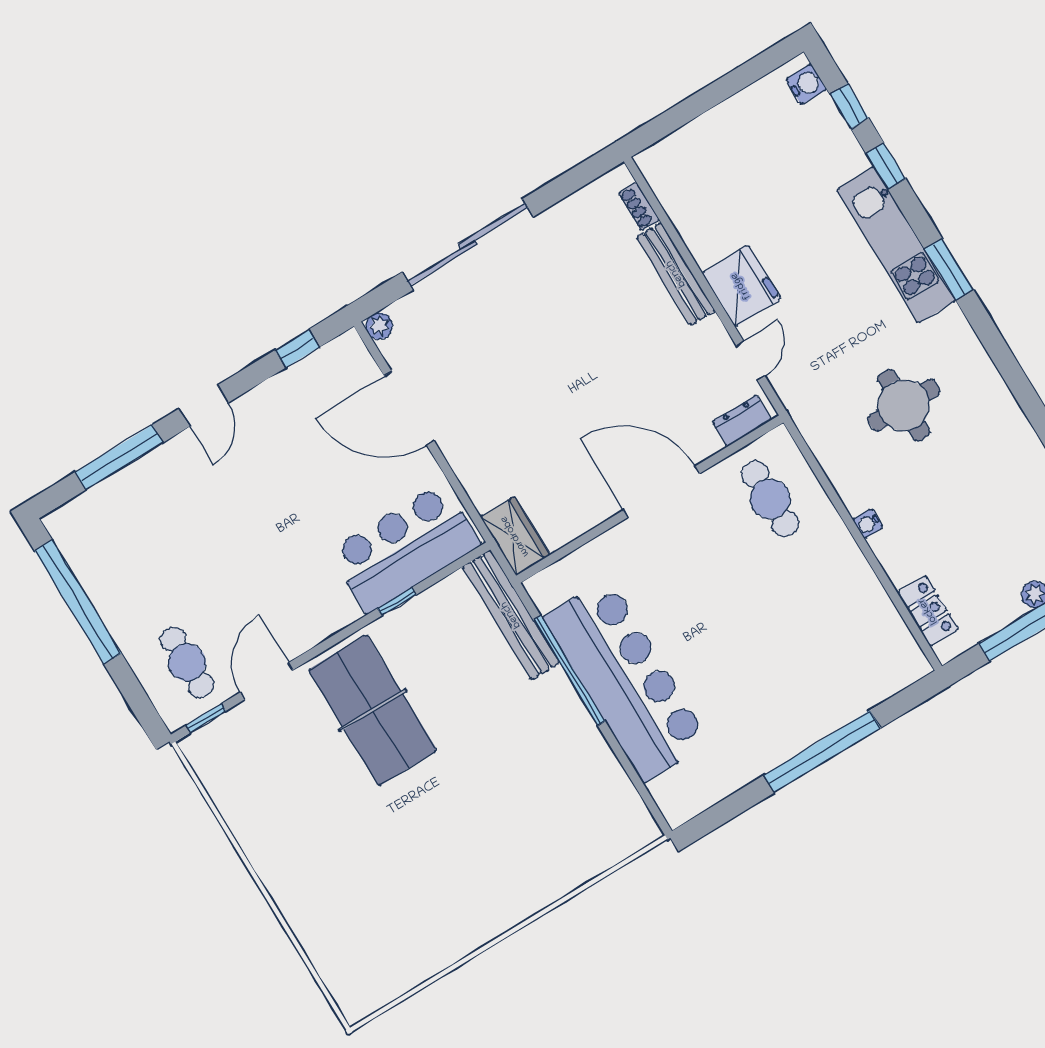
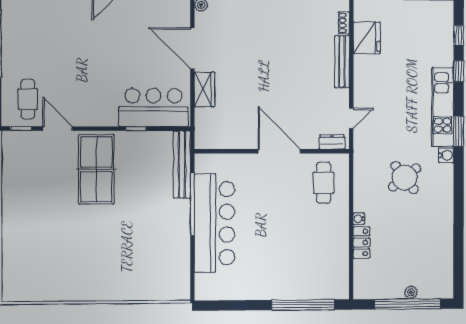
water cooler: (806, 84) -> (446, 155), moved
fridge: (741, 286) -> (367, 38), moved
round table: (904, 405) -> (405, 178), turned -38
wardrobe: (515, 536) -> (205, 89), moved
locker: (928, 611) -> (361, 242), moved
door: (267, 681) -> (58, 129), hinge flipped
window: (822, 752) -> (303, 305), moved

